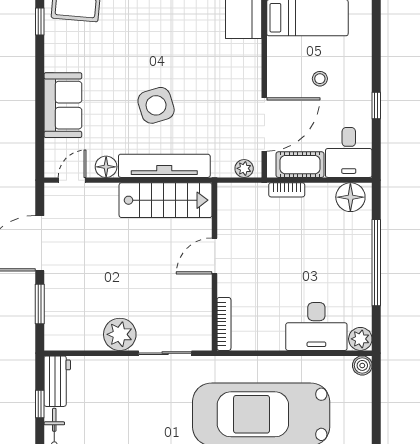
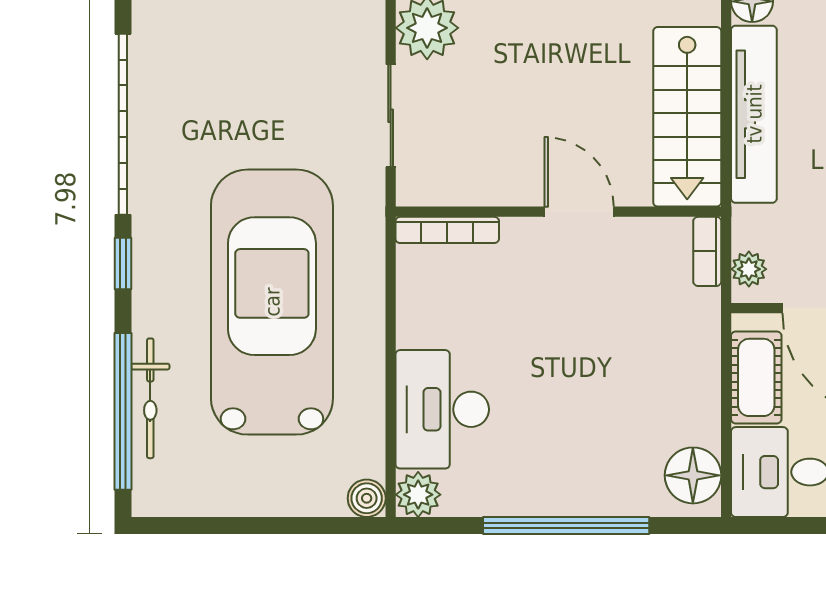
bookcase: (287, 190) -> (707, 251), moved

